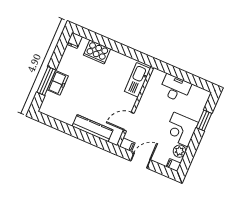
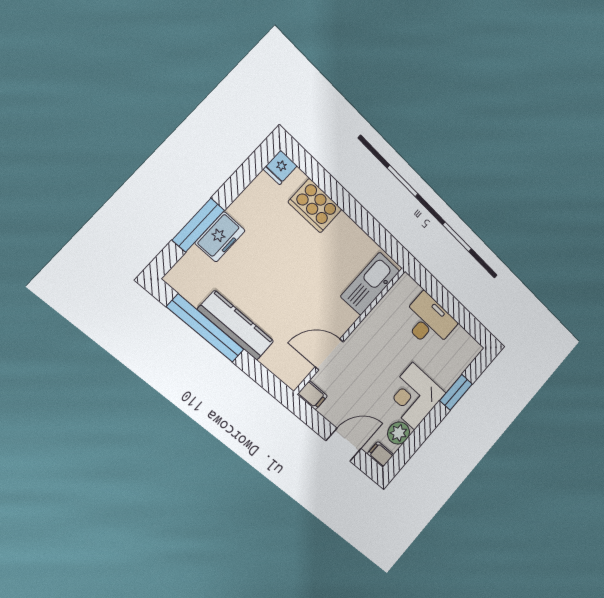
window: (65, 128) -> (206, 328), added
kitchen counter: (93, 128) -> (236, 325), moved
door: (141, 160) -> (344, 445), moved

